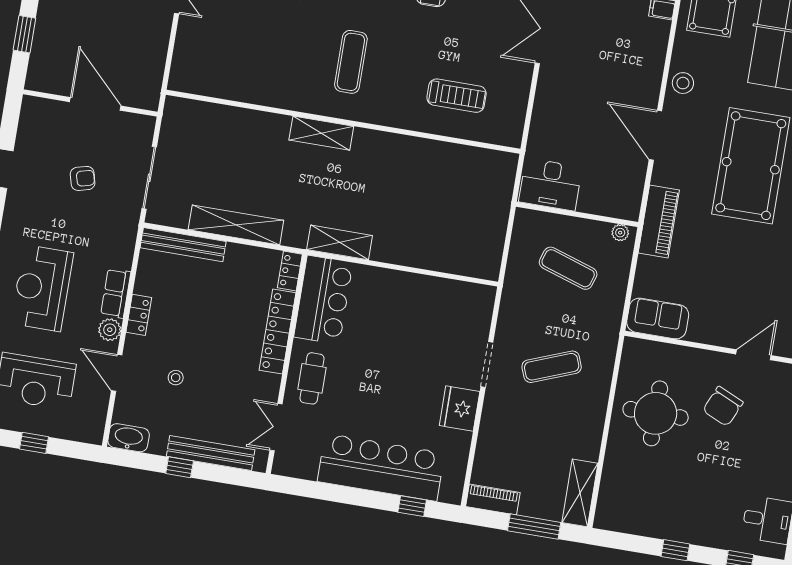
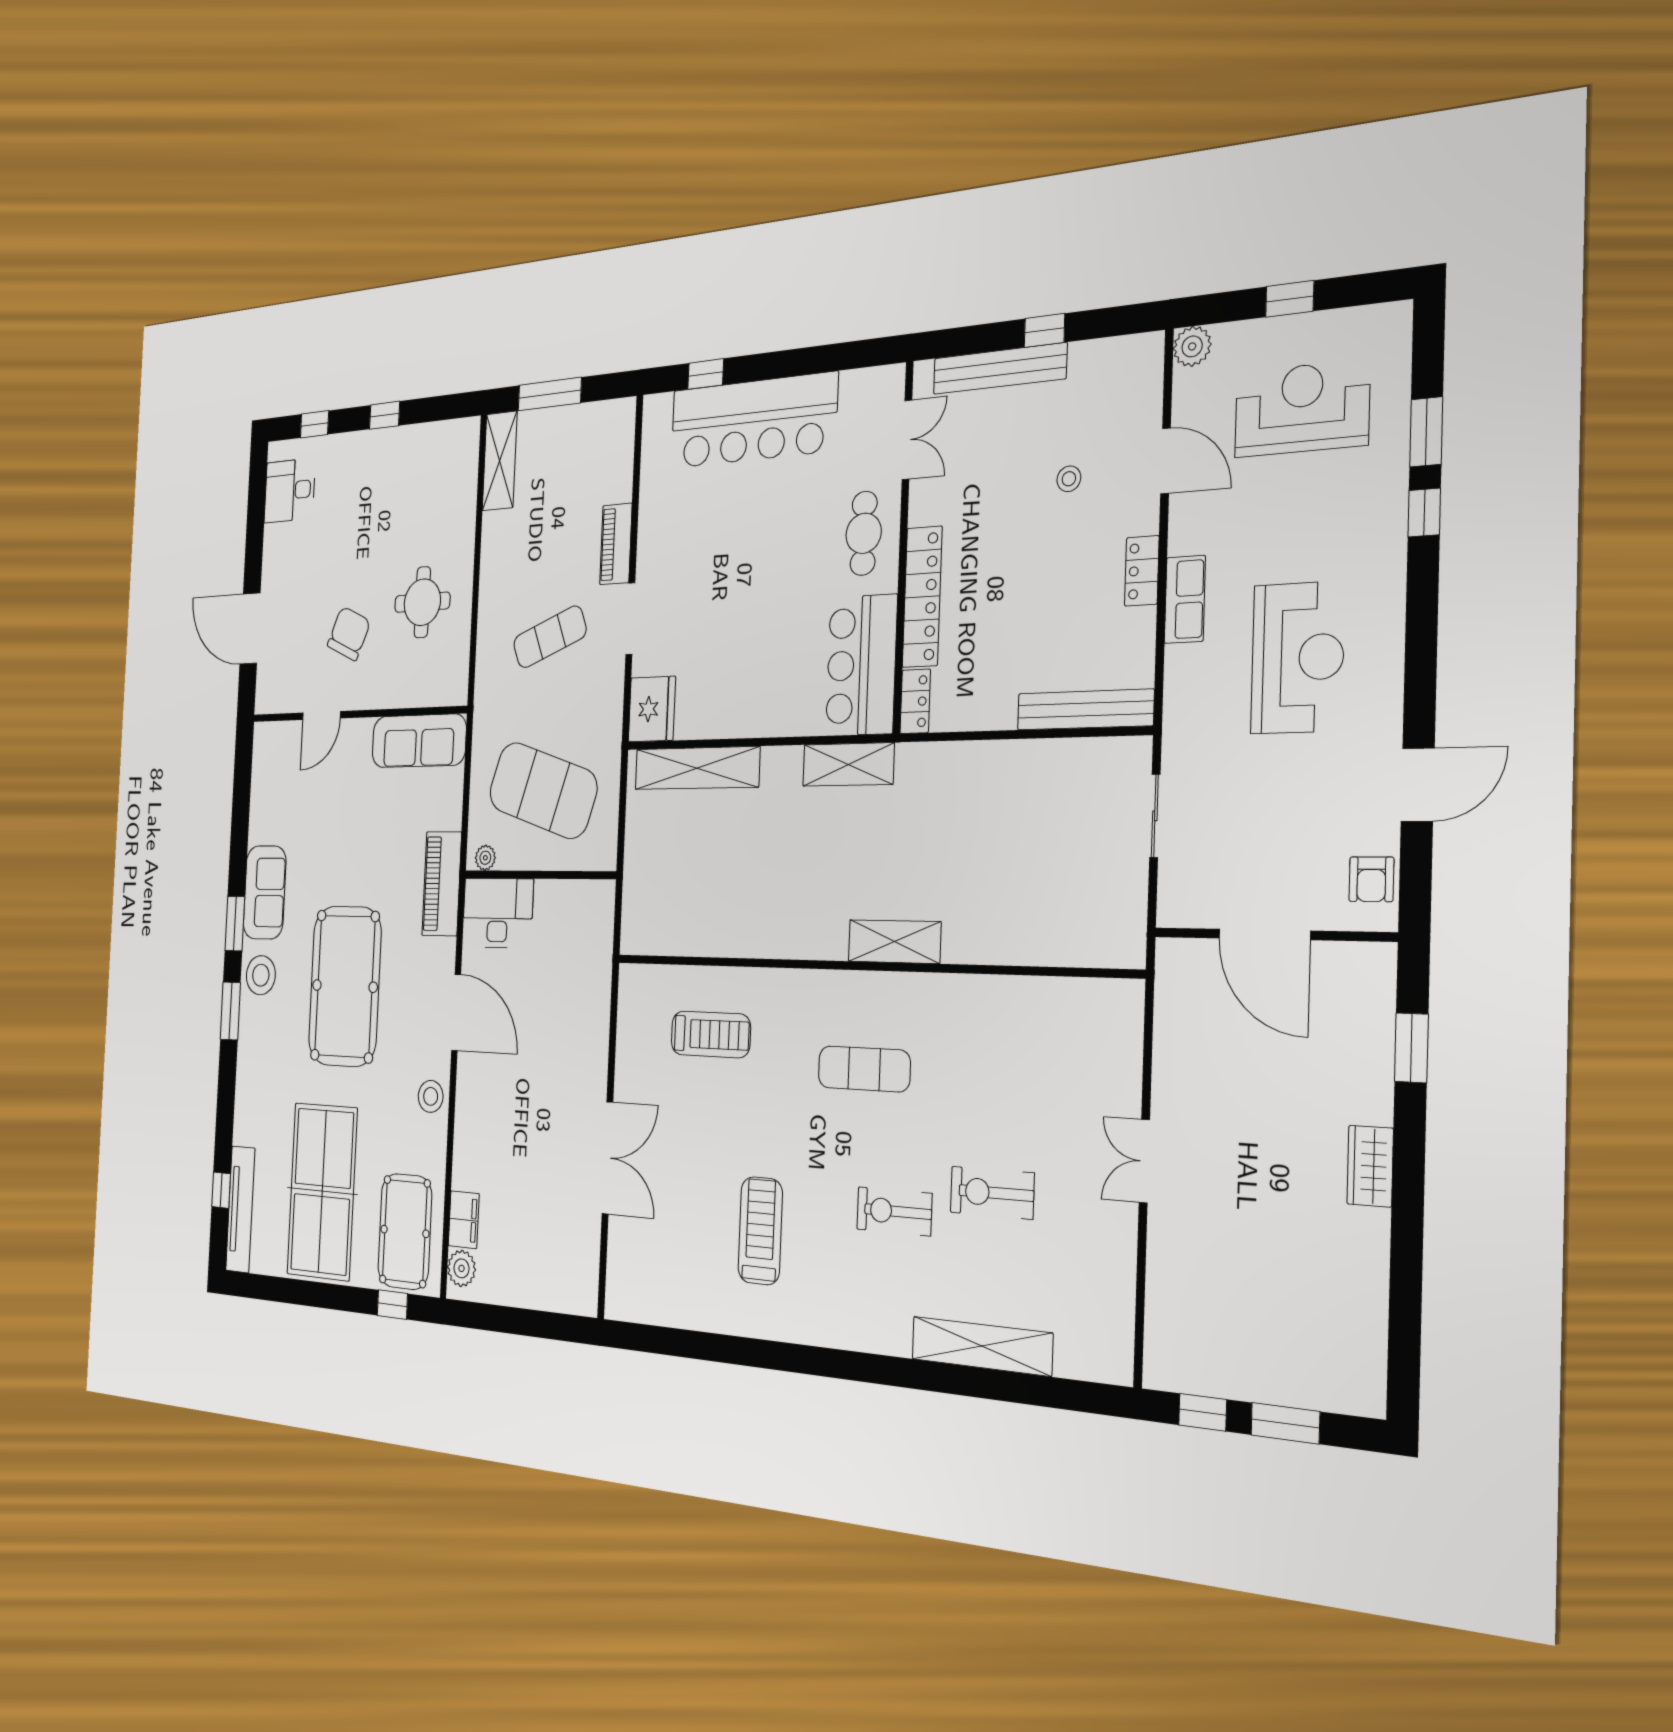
exercise mat: (351, 62) -> (864, 1069), turned 90
treadmill: (457, 96) -> (711, 1034), turned 180
armchair: (83, 178) -> (1371, 879), moved, turned -75
sliding door: (149, 178) -> (1155, 816), width x0.73
desk: (550, 184) -> (498, 913), moved
shelving: (236, 225) -> (697, 768), moved
exercise mat: (568, 268) -> (543, 790), width x2.00, depth x1.45
reception desk: (42, 288) -> (1298, 658), moved
sofa: (658, 319) -> (419, 741), width x1.36
plant: (110, 330) -> (1192, 346), moved
fridge: (460, 408) -> (652, 709), moved
round table: (656, 413) -> (422, 602), width x0.73, depth x0.73
washbasin: (129, 438) -> (1132, 355), removed
piano: (493, 499) -> (616, 544), moved, turned 90

